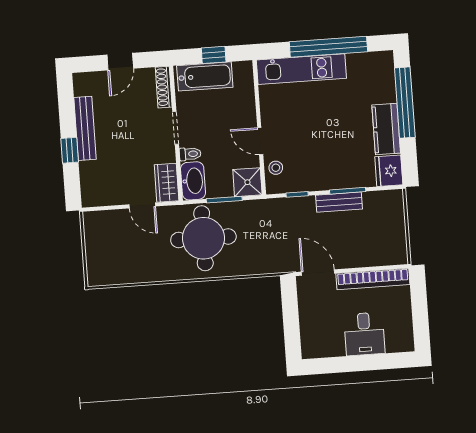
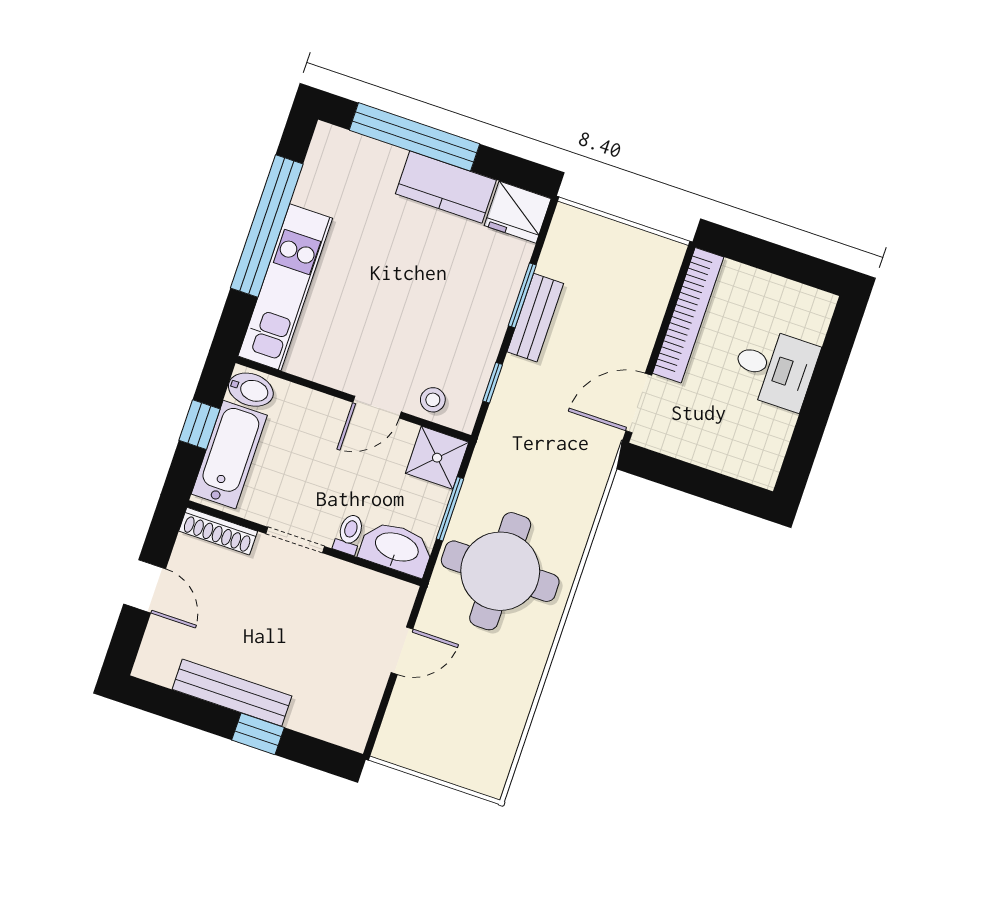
bidet: (242, 73) -> (251, 390), added
wardrobe: (167, 183) -> (381, 594), removed

